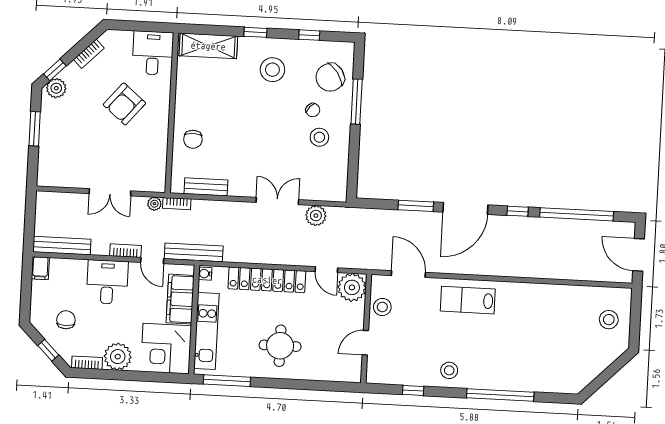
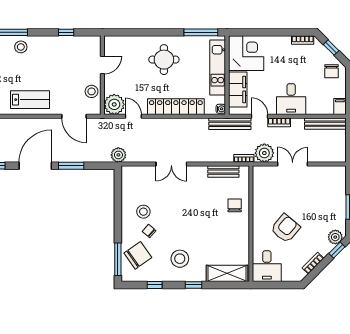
window: (357, 102) -> (118, 259), moved
plant: (154, 204) -> (264, 153), width x1.88, depth x1.88
plant: (316, 216) -> (118, 155), moved
chair: (66, 320) -> (331, 71), moved
plant: (118, 357) -> (281, 46), removed
stool: (449, 370) -> (21, 47), moved

